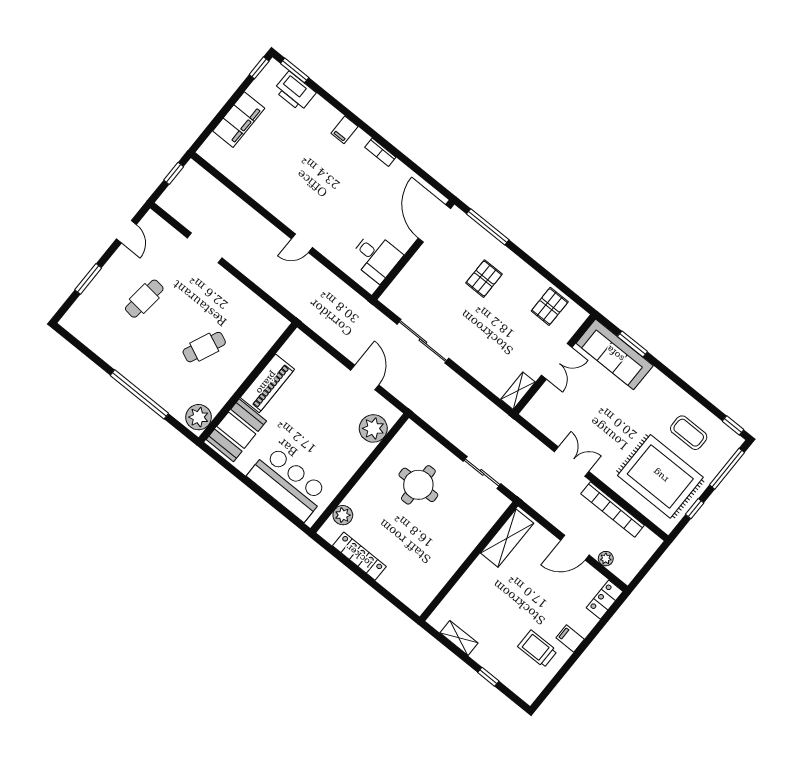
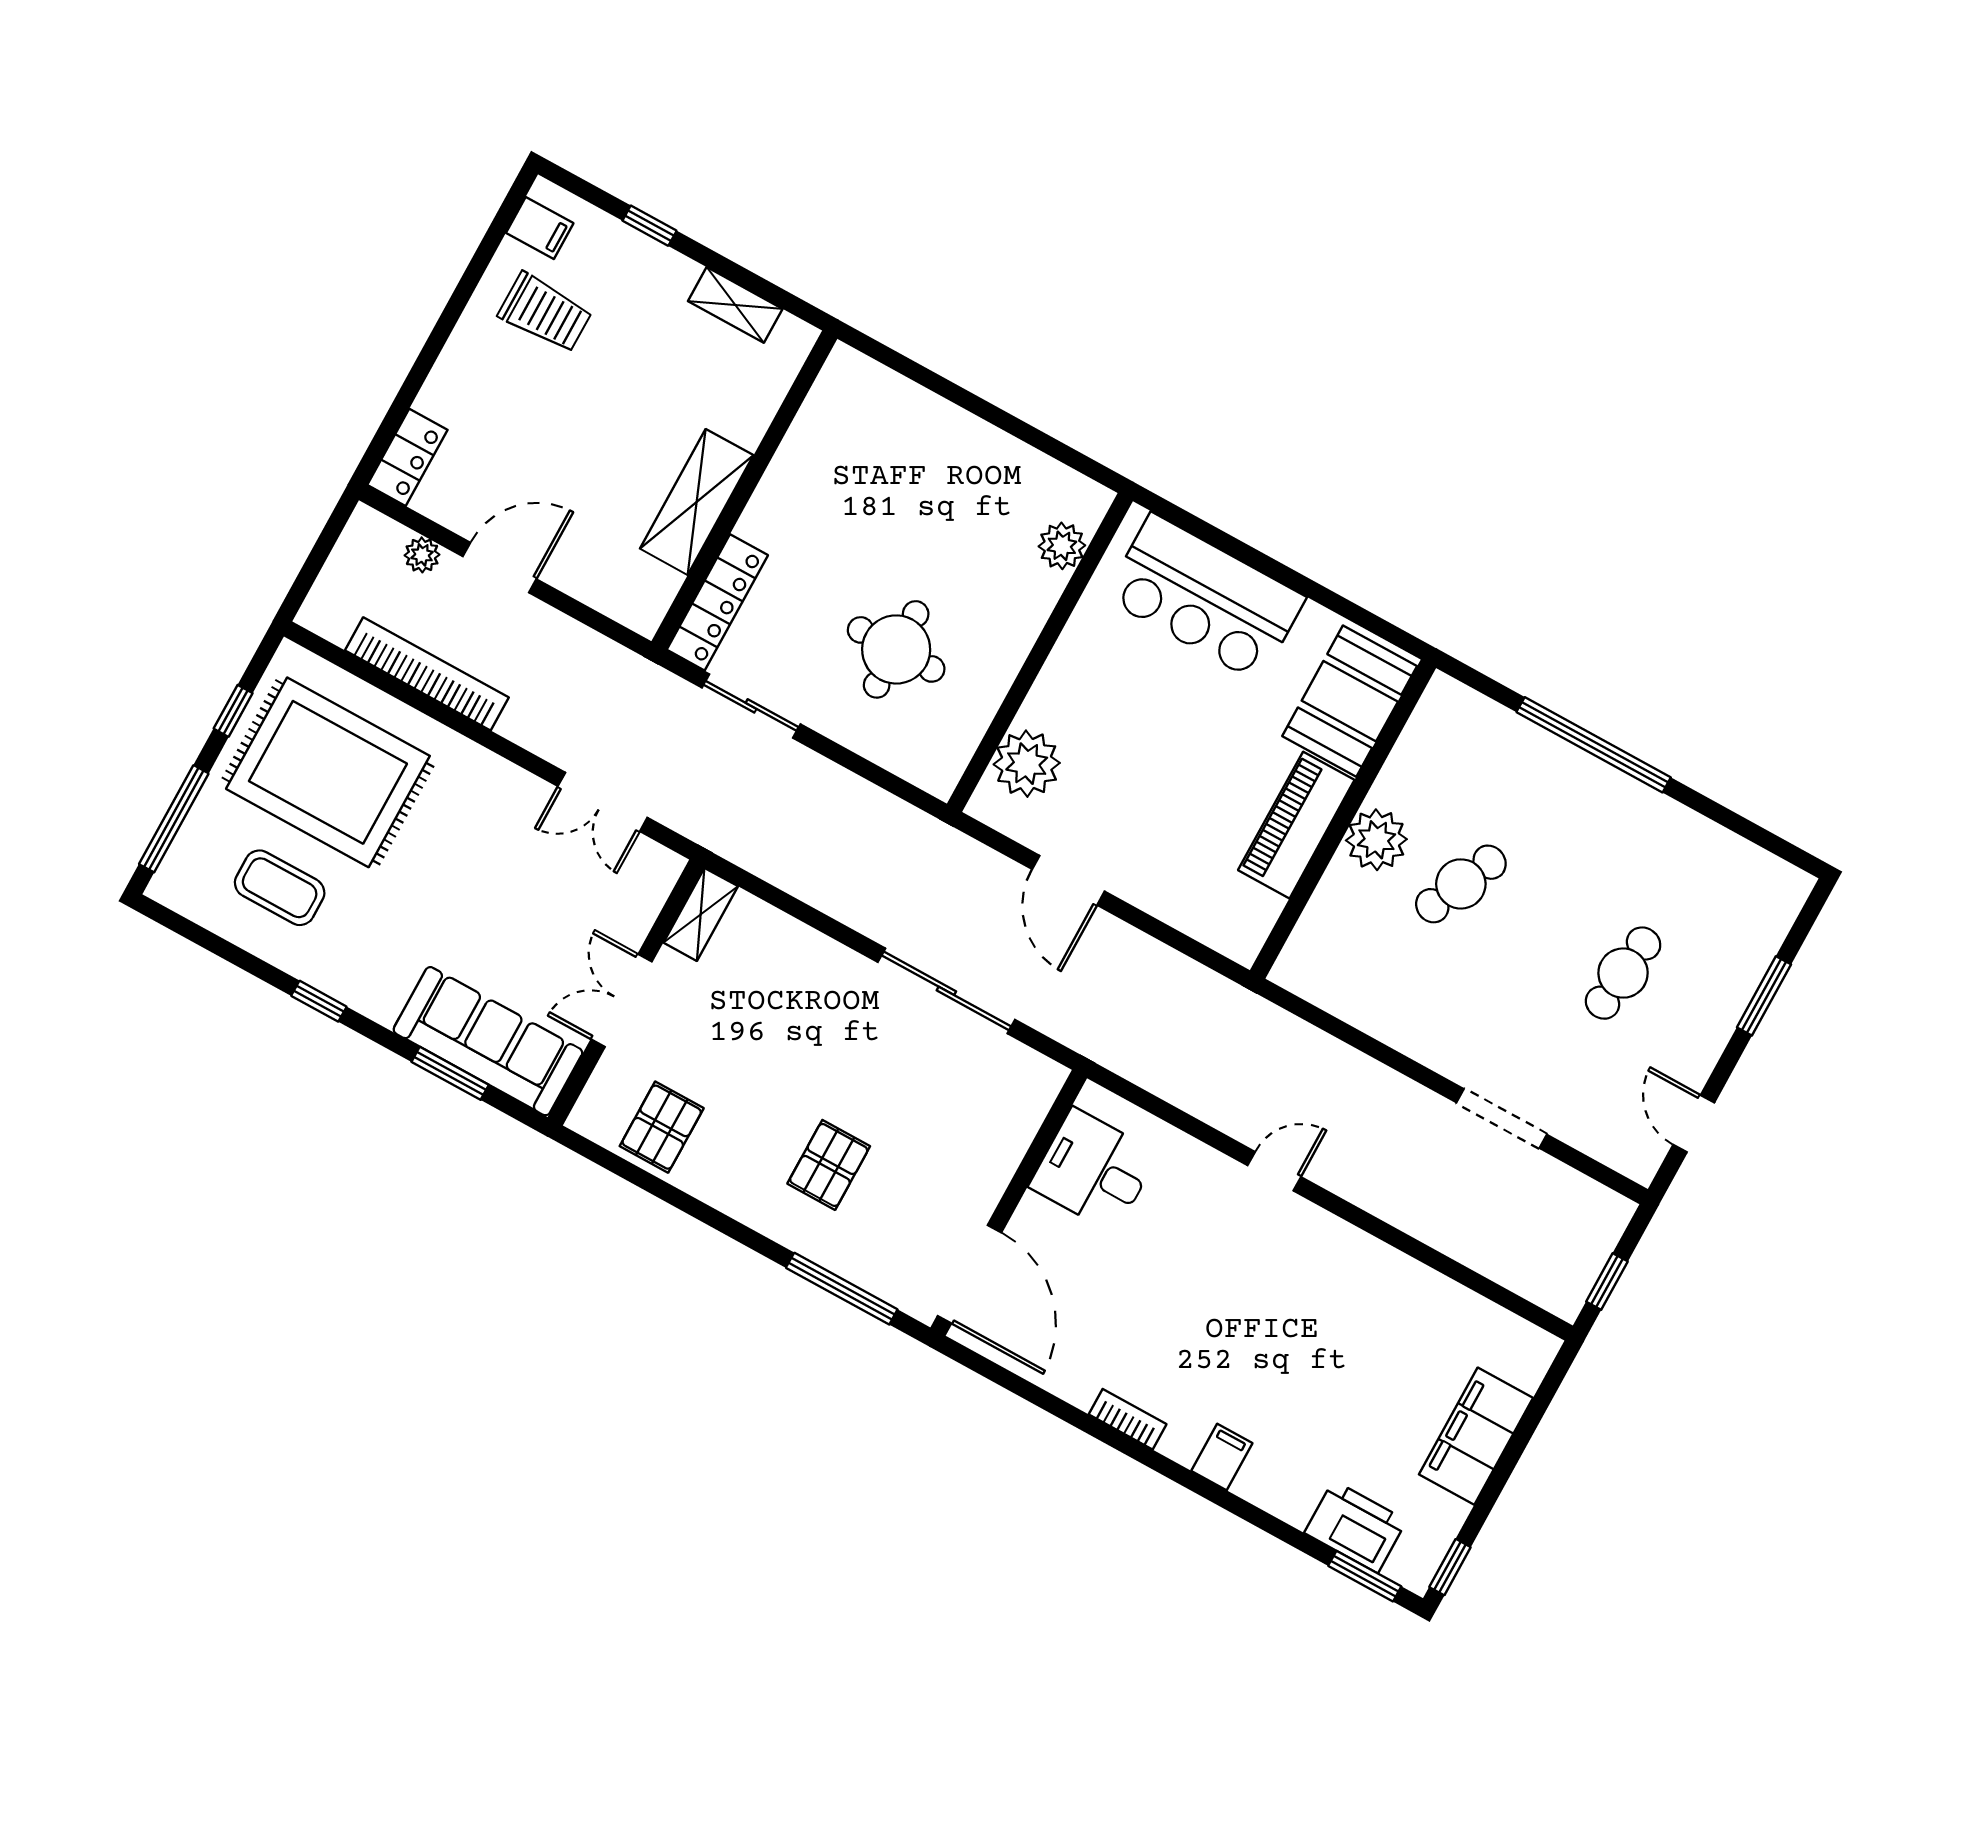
plant: (199, 417) -> (1376, 840), moved
window: (733, 425) -> (319, 1001), moved
double door: (572, 462) -> (603, 802), moved
shelving: (507, 538) -> (697, 502), moved
locker: (359, 556) -> (717, 602), moved, turned -90
filing cabinet: (570, 639) -> (540, 228), moved

